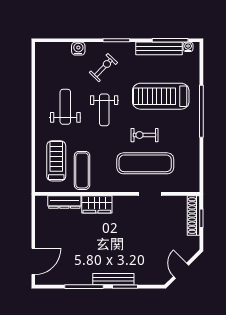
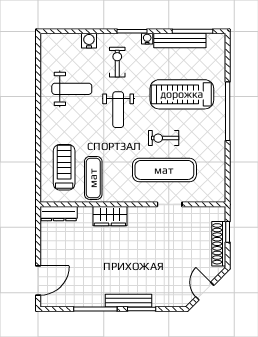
water cooler: (188, 47) -> (147, 39), moved
exercise bike: (103, 68) -> (117, 62), turned -44
weight bench: (65, 107) -> (72, 89), moved, turned 90
dresser: (64, 202) -> (59, 214), moved
shoe rack: (194, 216) -> (219, 244), moved

